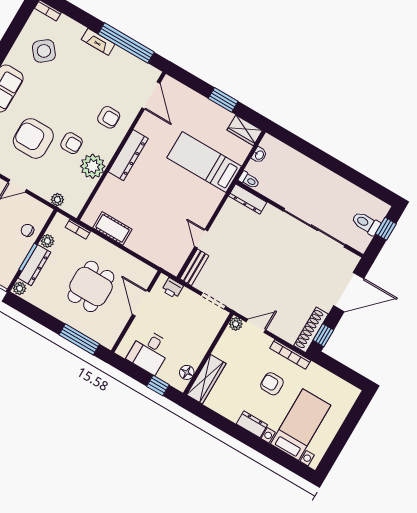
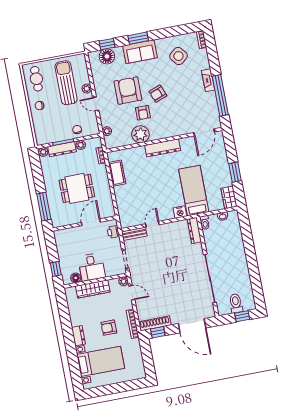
armchair: (109, 117) -> (158, 94), moved, turned 69
nightstand: (214, 197) -> (180, 212), added
desk: (149, 352) -> (92, 267), moved, turned -90
wardrobe: (206, 379) -> (93, 289), moved
armchair: (272, 384) -> (109, 328), turned -90

